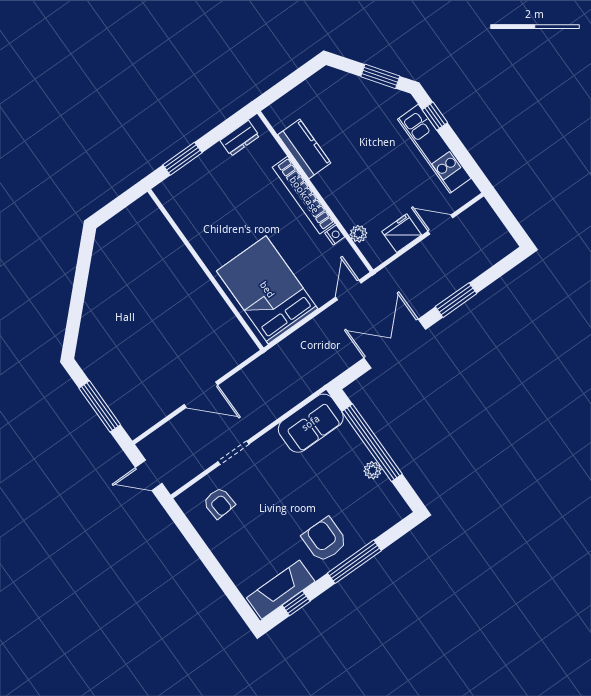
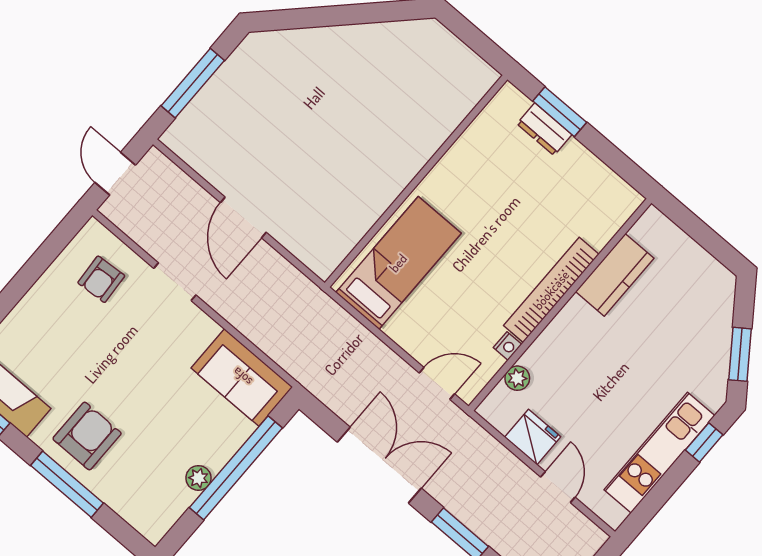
dresser: (240, 138) -> (544, 129), moved
bed: (267, 290) -> (398, 263), width x0.67

